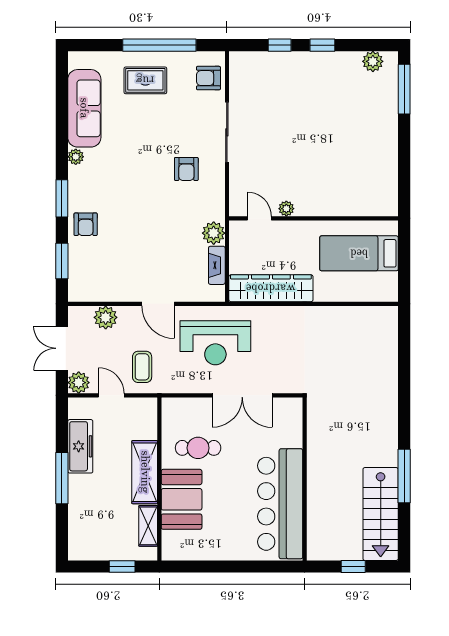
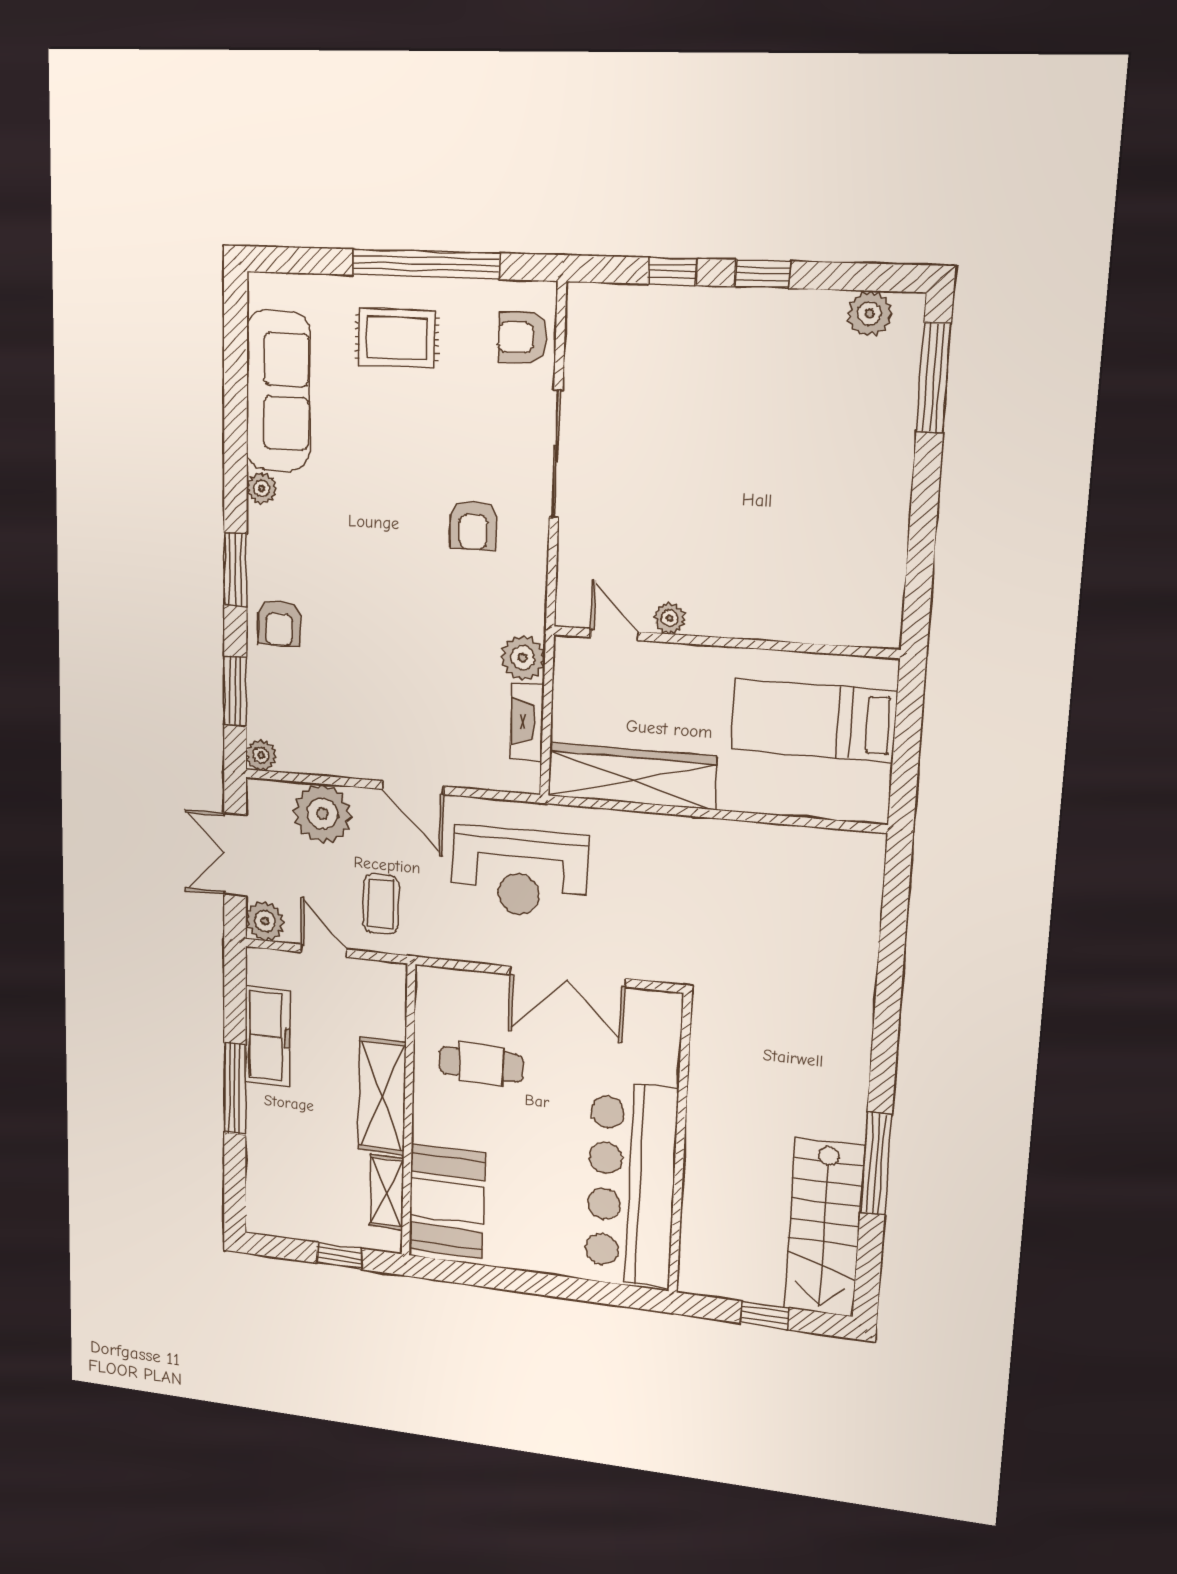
plant: (76, 294) -> (261, 755), added
plant: (106, 317) -> (322, 814), width x1.36, depth x1.36
booth: (182, 499) -> (447, 1202), moved

